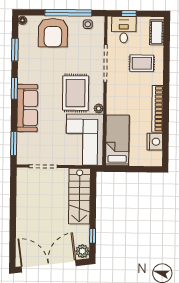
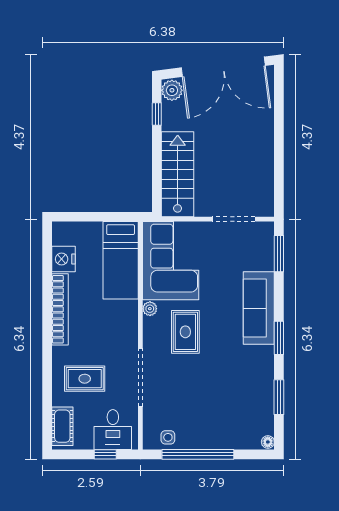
armchair: (53, 33) -> (221, 424), removed
rug: (76, 93) -> (185, 332), width x0.73, depth x0.70

